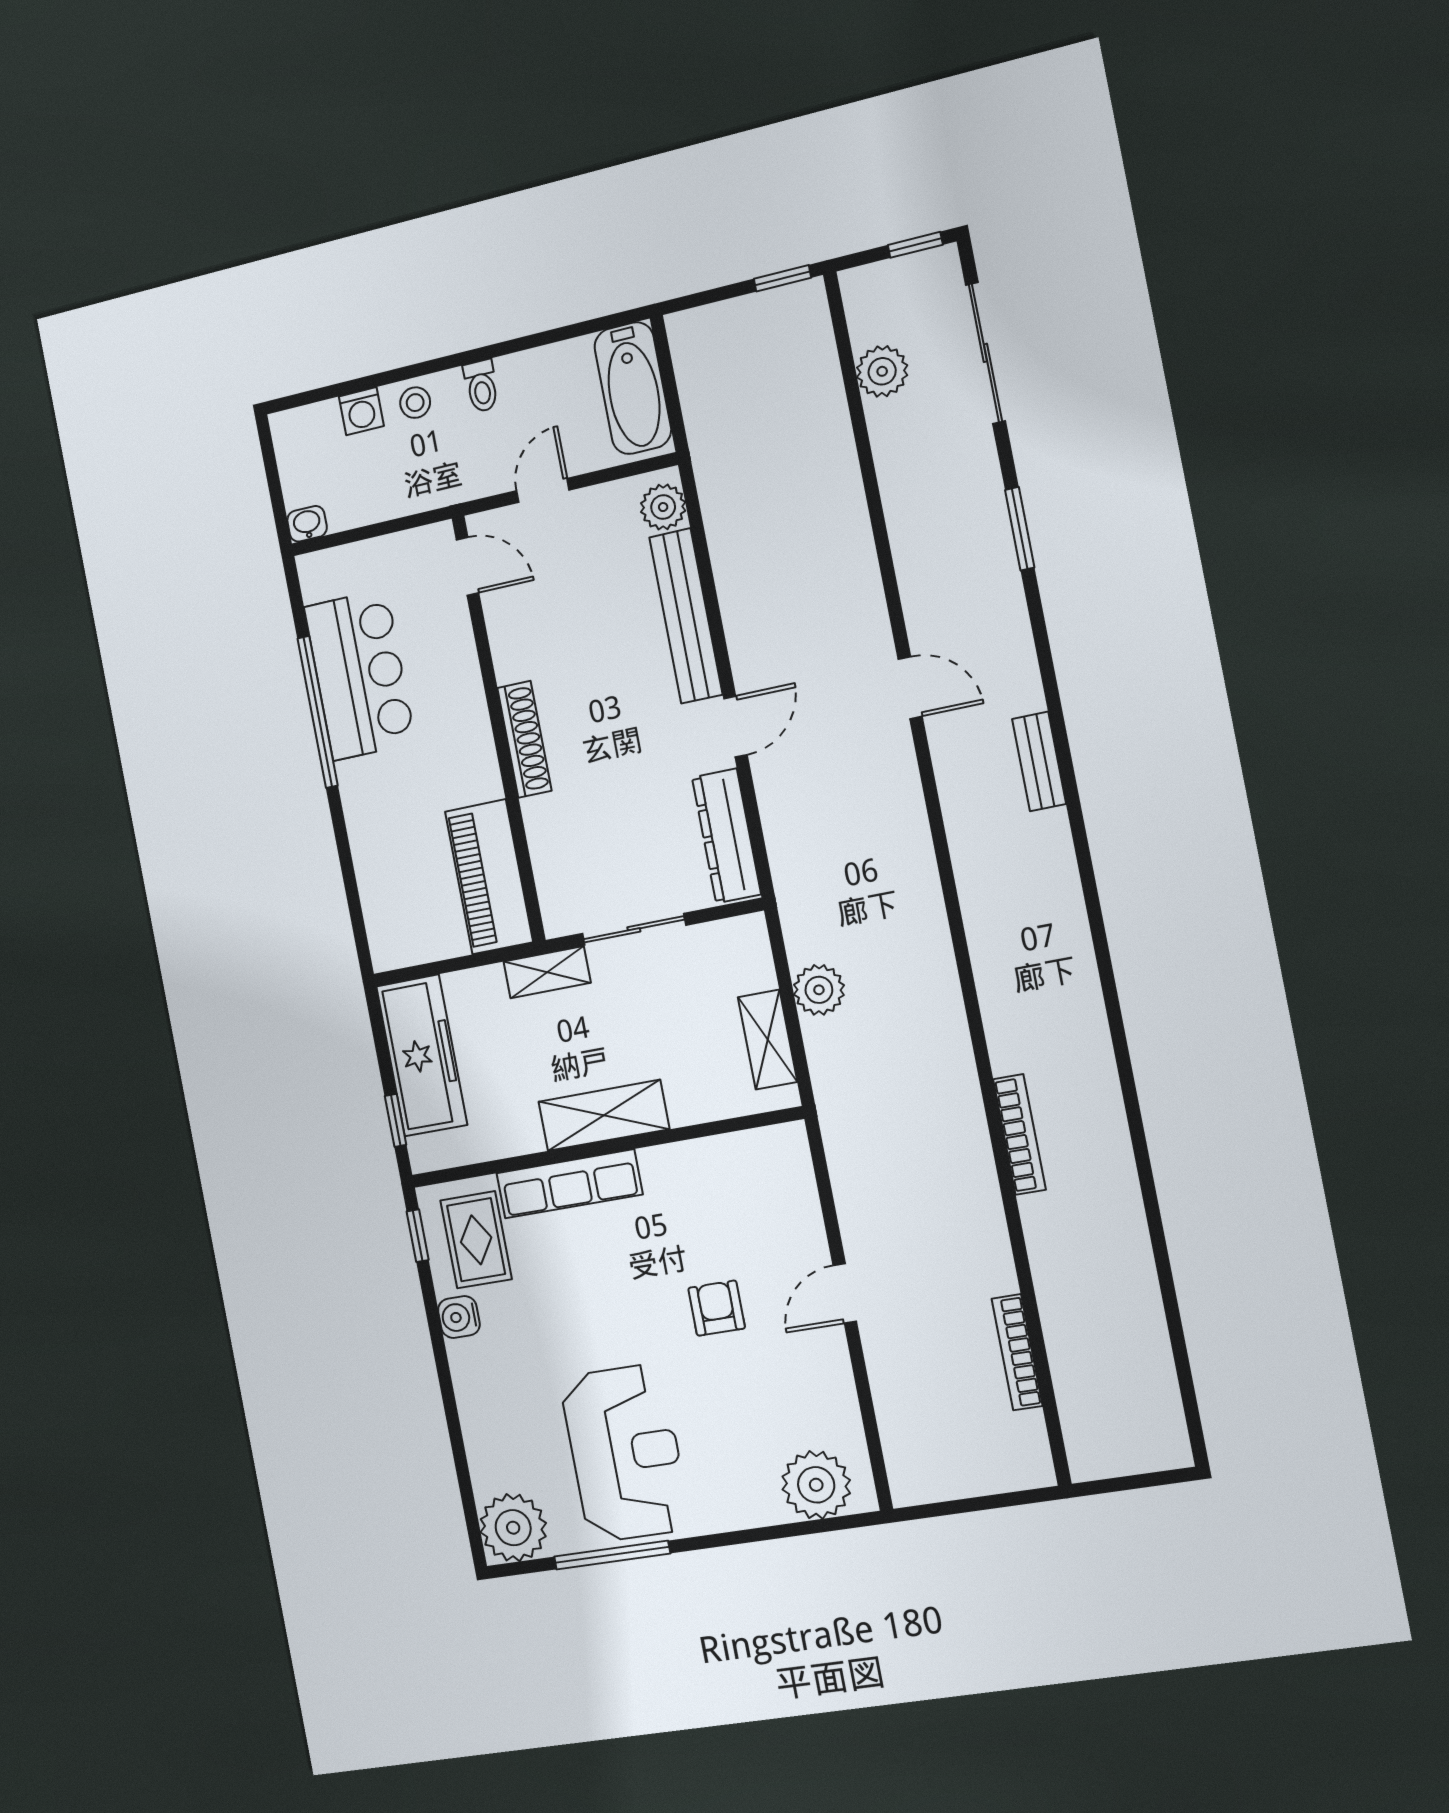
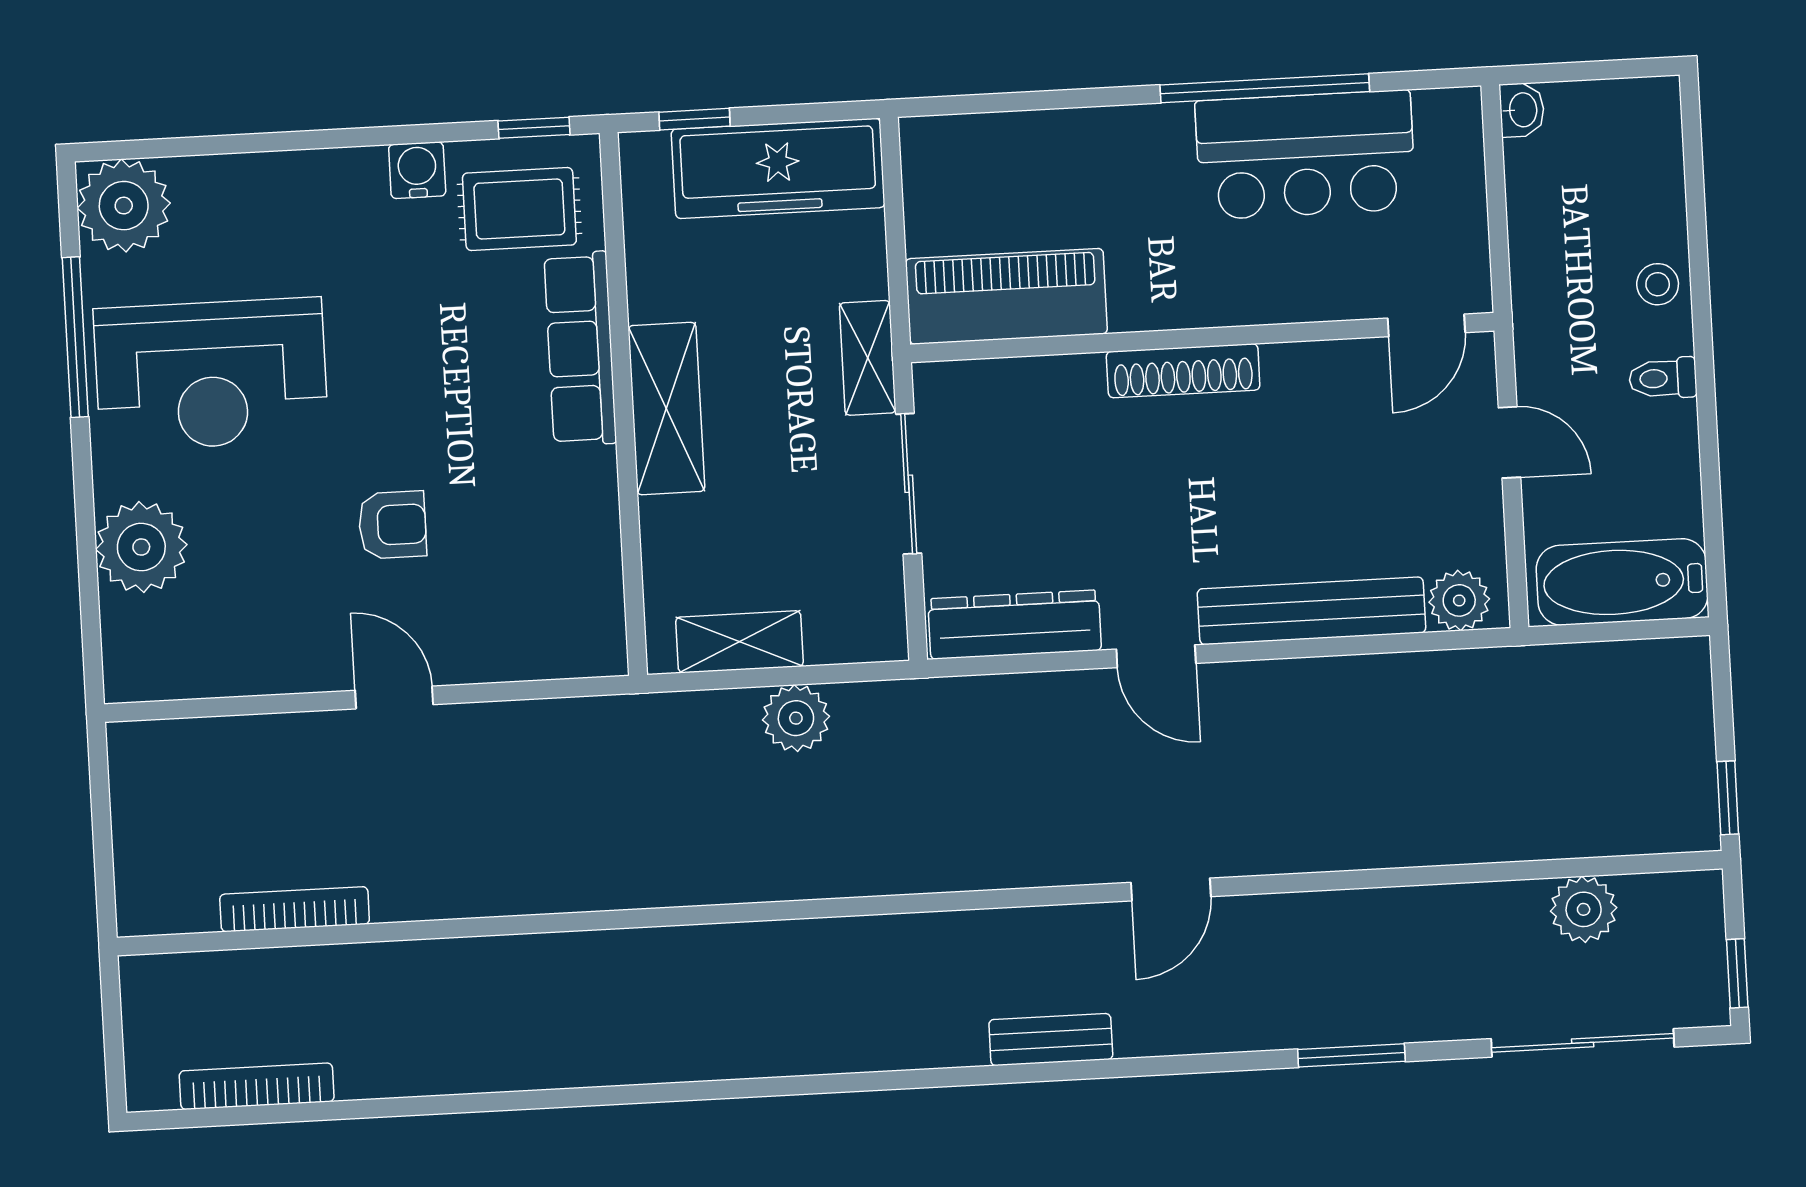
washing machine: (361, 411) -> (1660, 208), removed
bookcase: (1019, 1134) -> (257, 1086), moved, turned 180
plant: (816, 1485) -> (141, 547), moved

